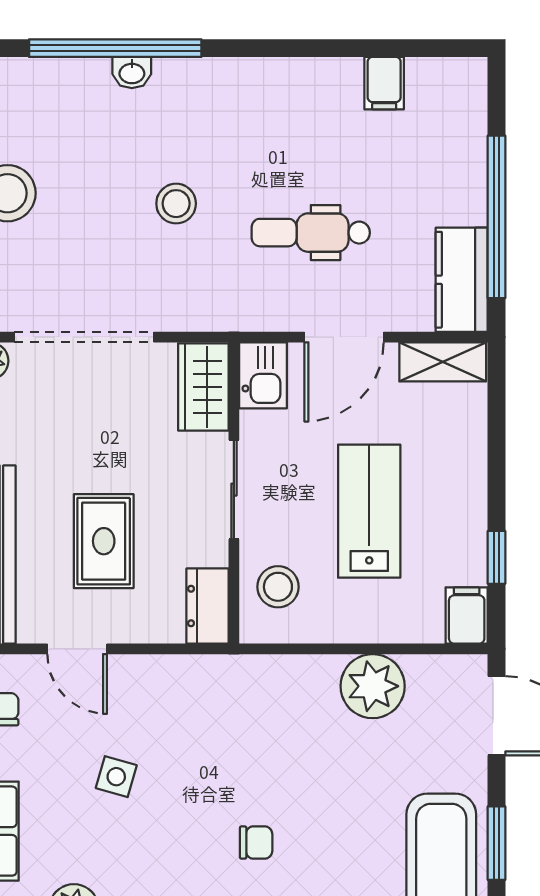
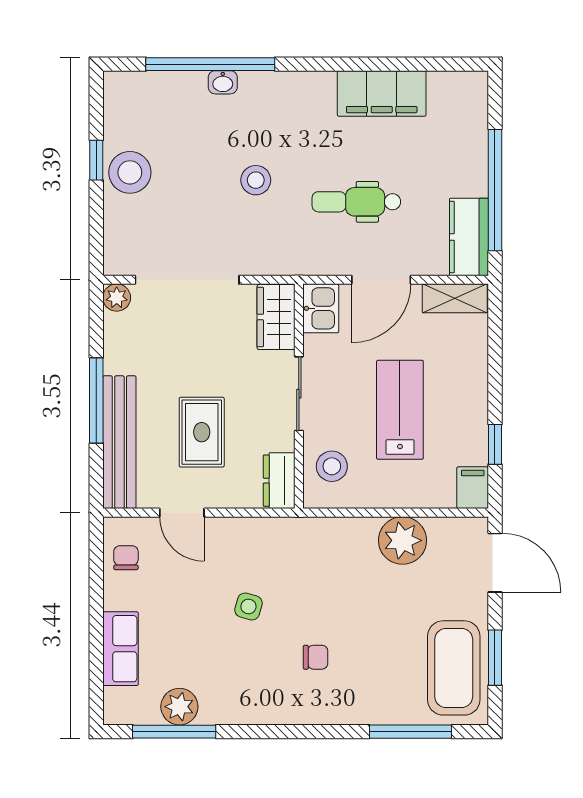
filing cabinet: (384, 83) -> (382, 94), width x3.00, depth x1.17
side table: (116, 777) -> (248, 606), moved

